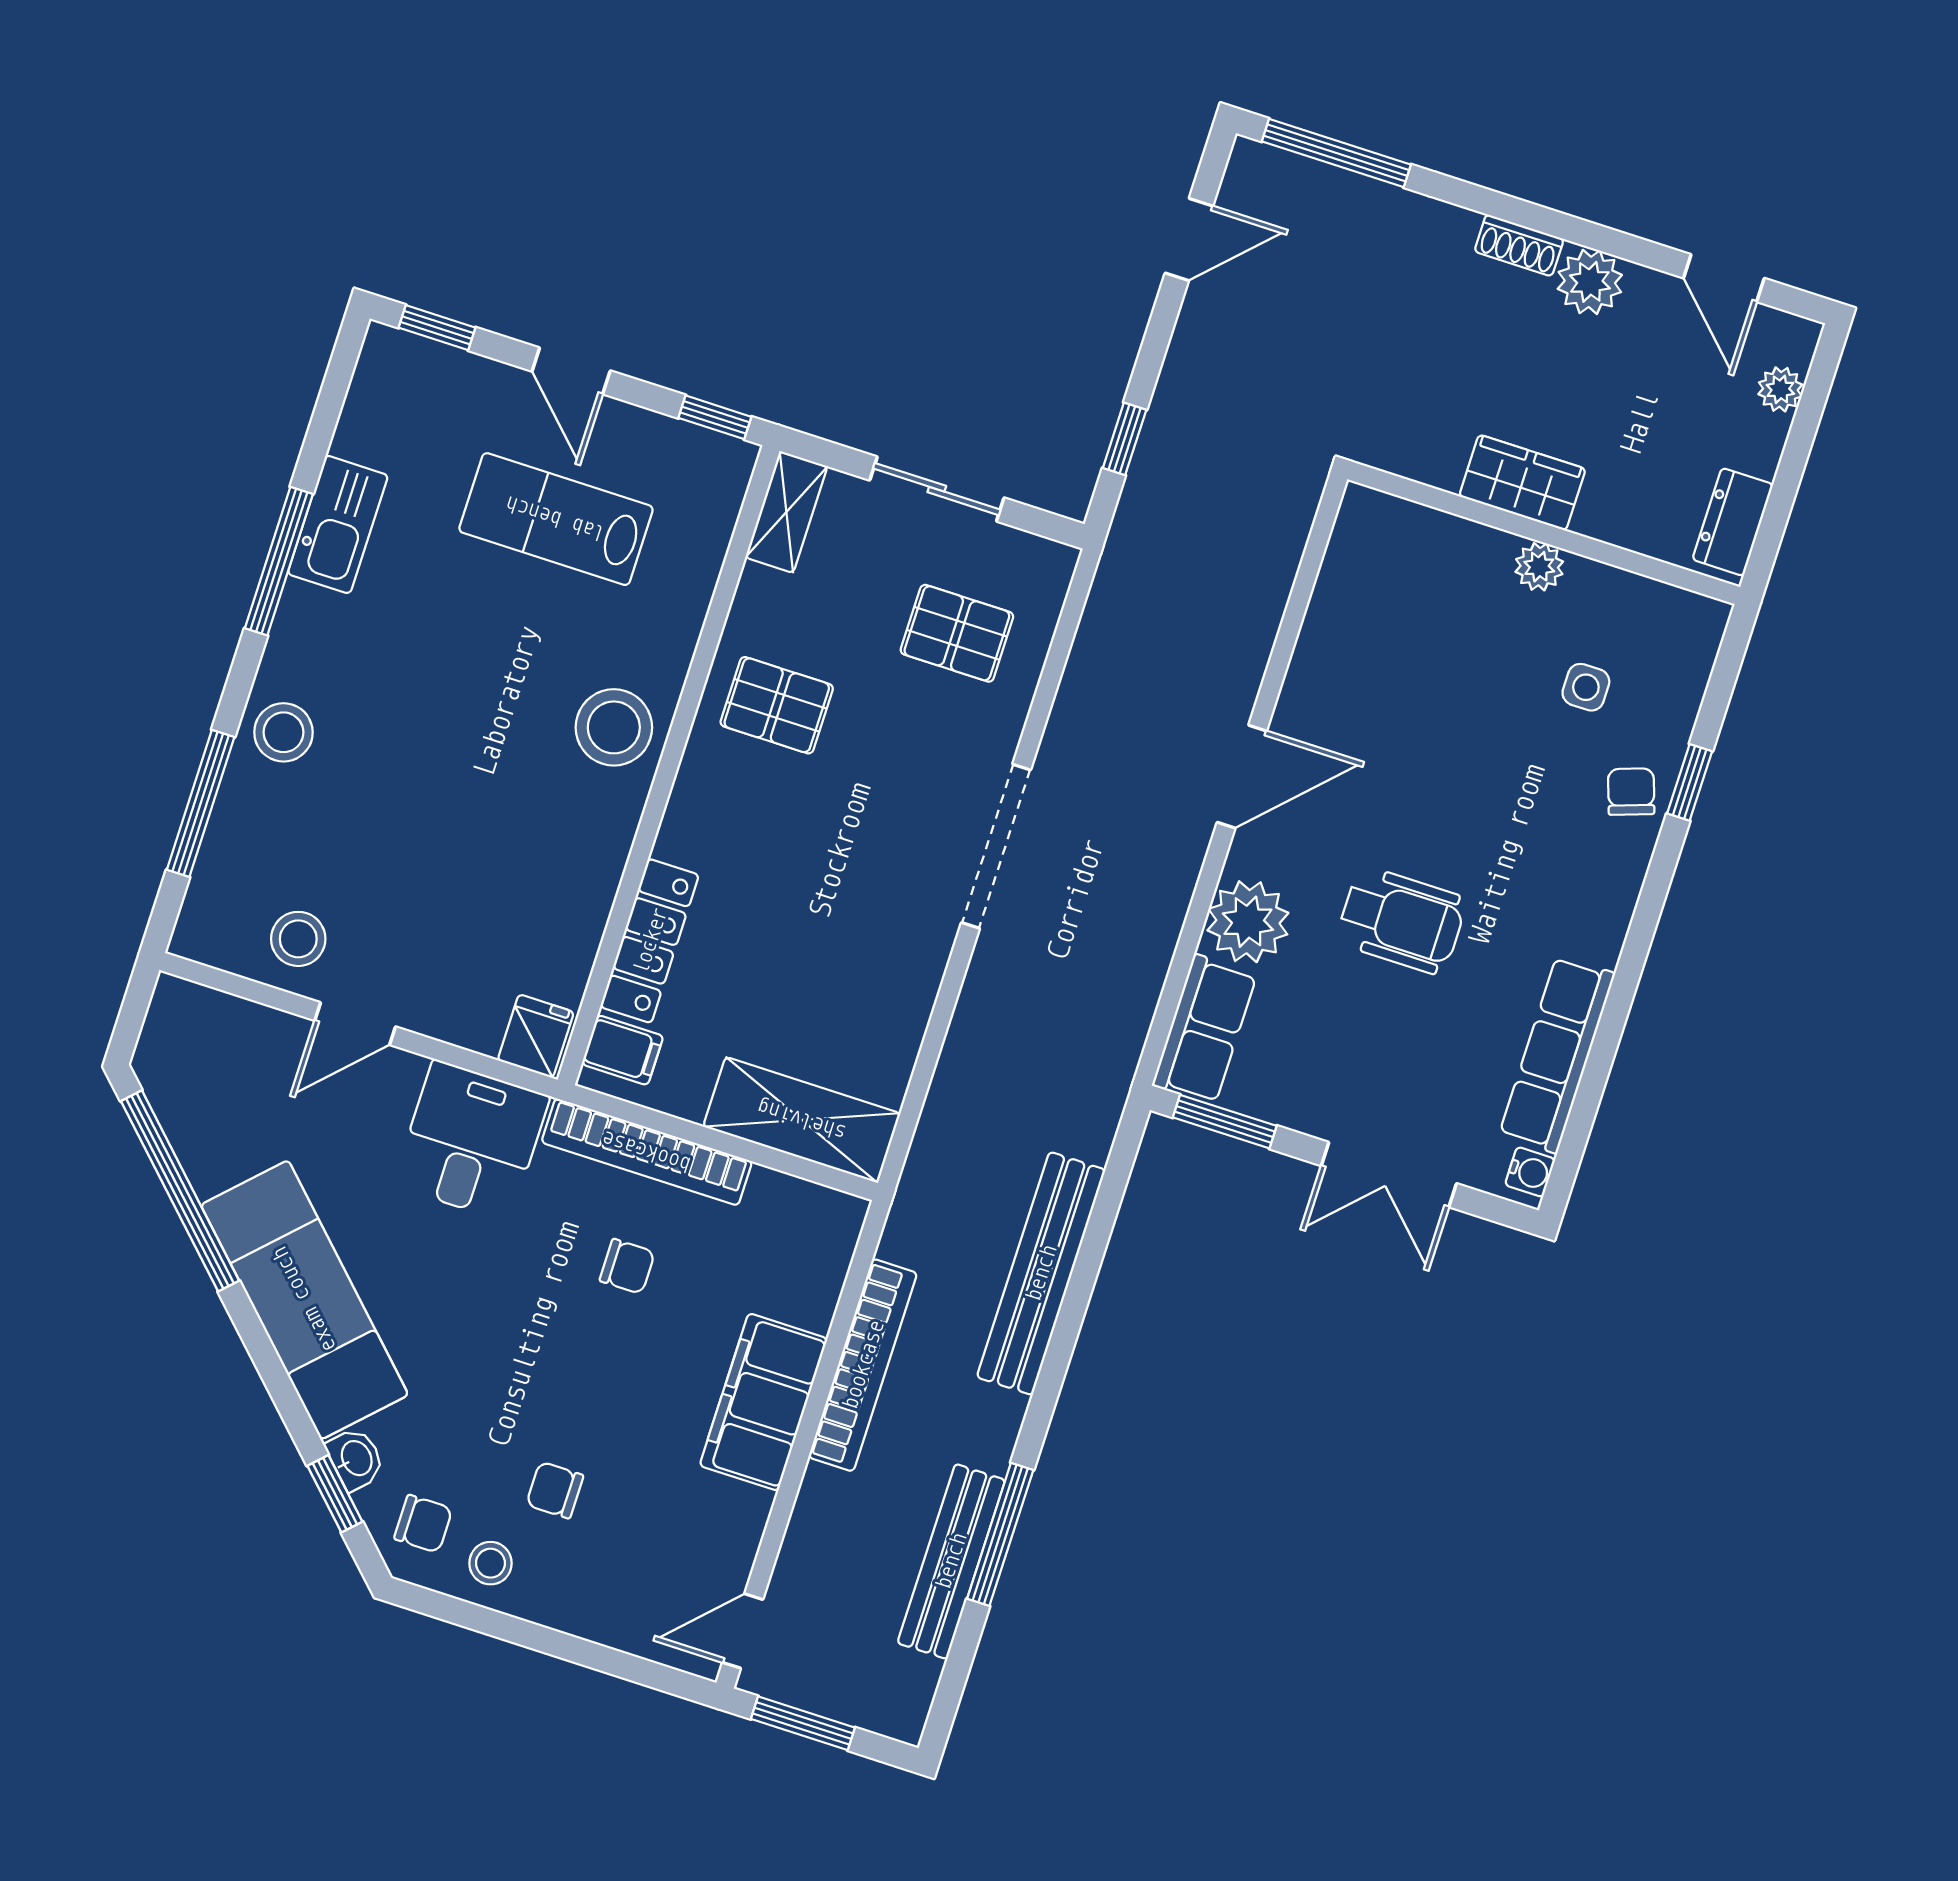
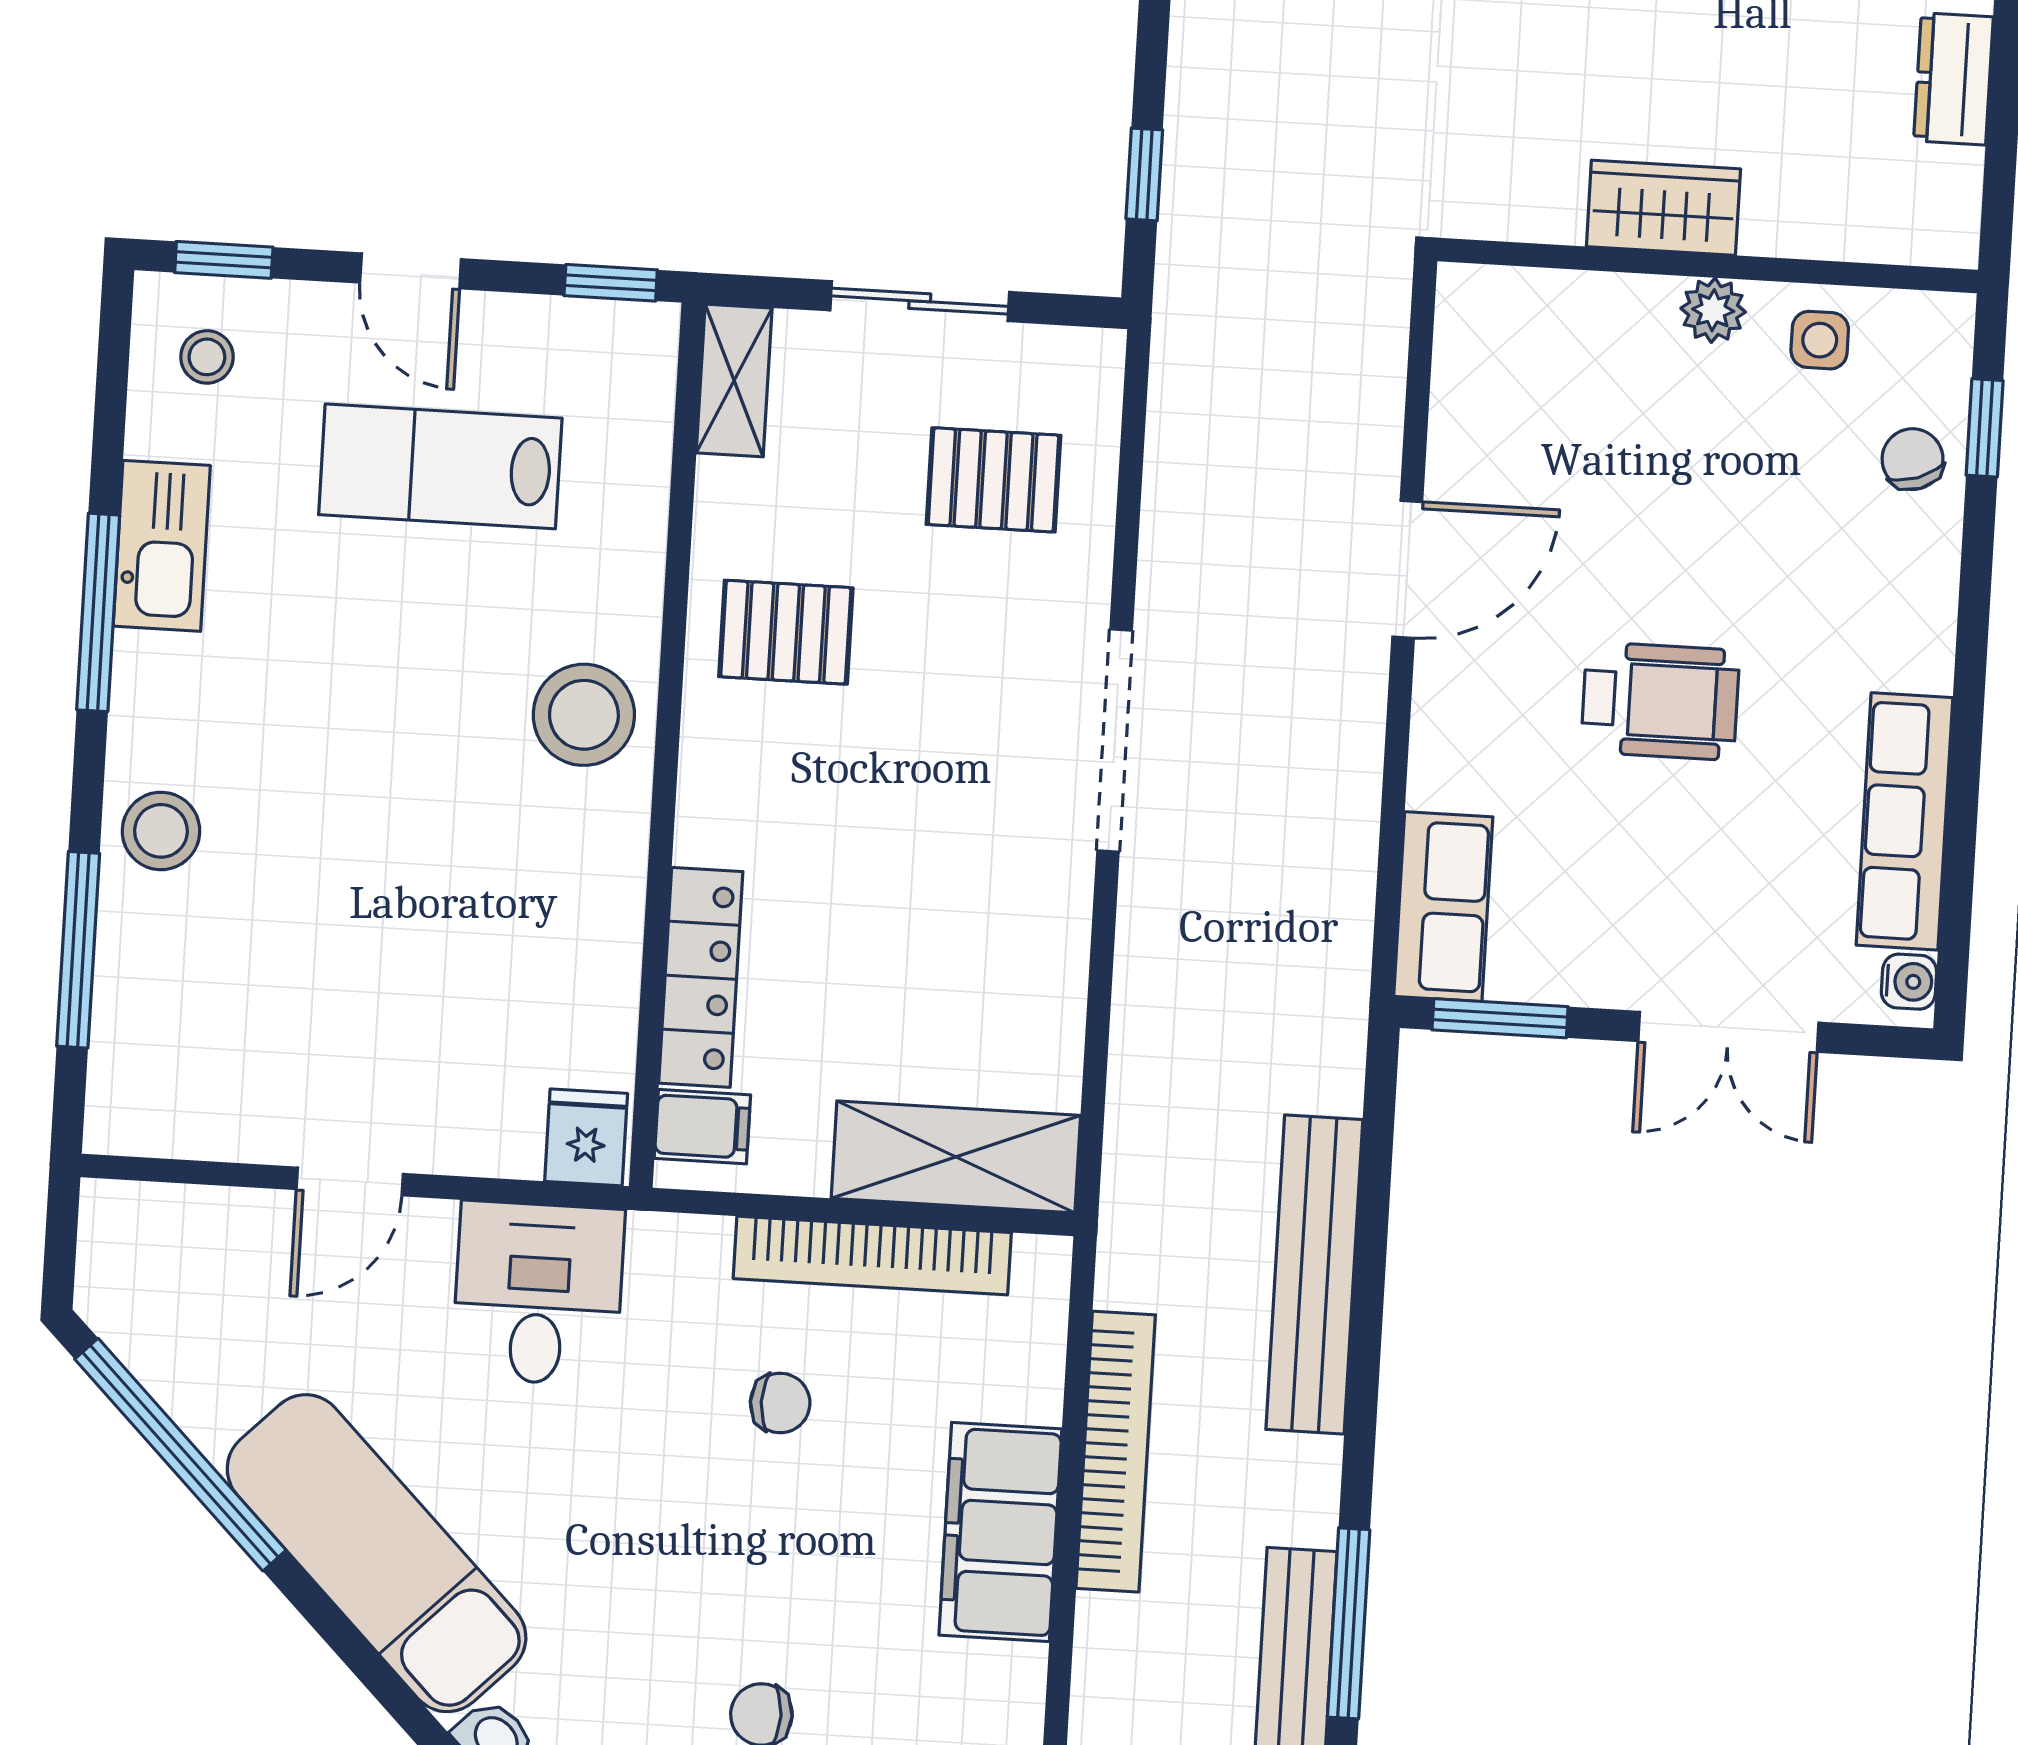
wardrobe: (1522, 483) -> (1663, 208), moved
wall: (1544, 533) -> (1708, 266), moved
plant: (1539, 567) -> (1713, 310), moved
plant: (1248, 922) -> (1463, 754), removed
stool: (298, 939) -> (207, 357), moved, width x0.73, depth x0.73
bookcase: (647, 1152) -> (872, 1256), moved

